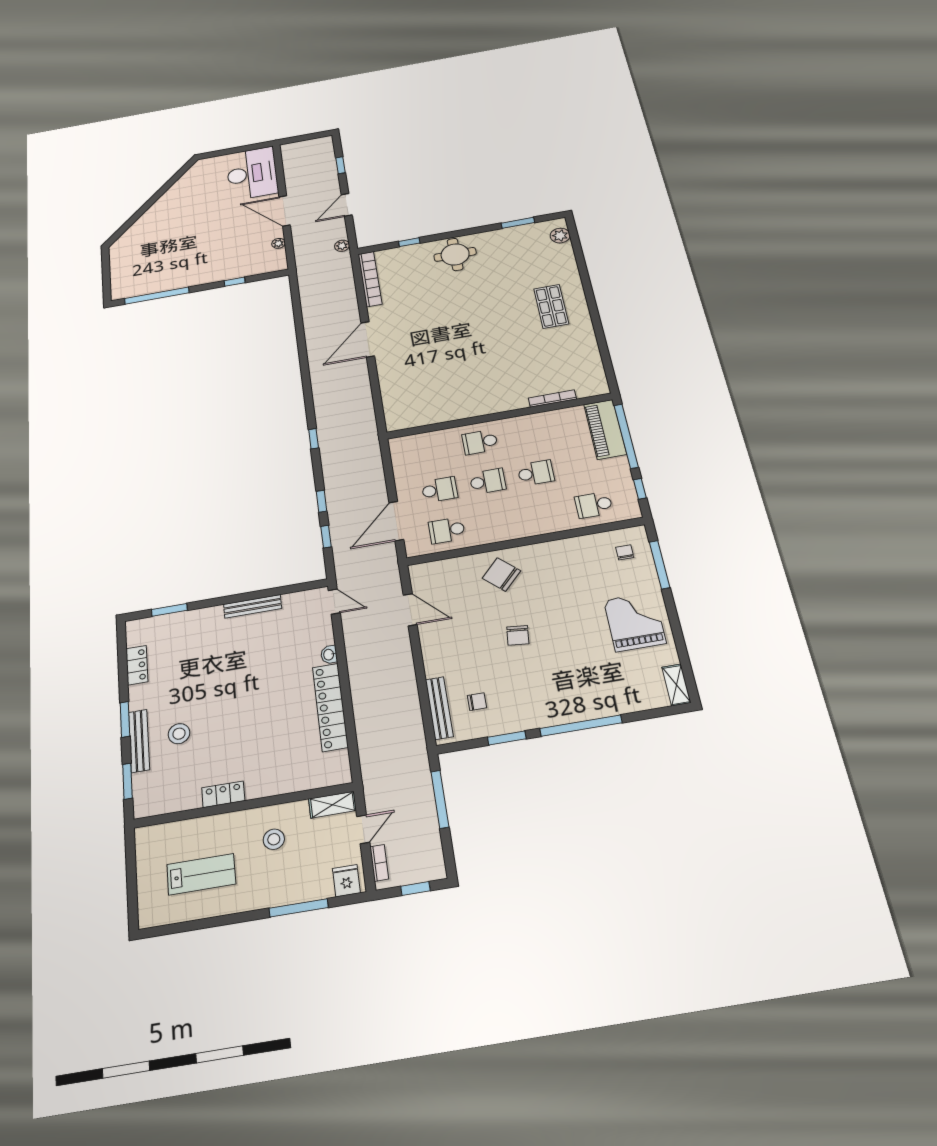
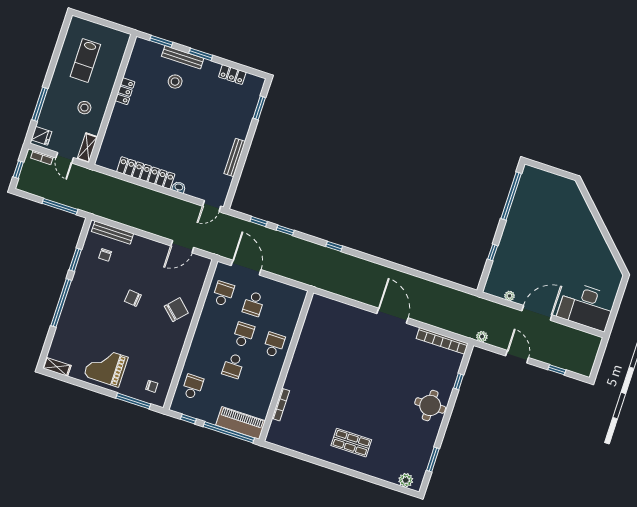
school desk: (488, 481) -> (243, 335), turned 180
grand piano: (635, 622) -> (106, 367), turned 180

